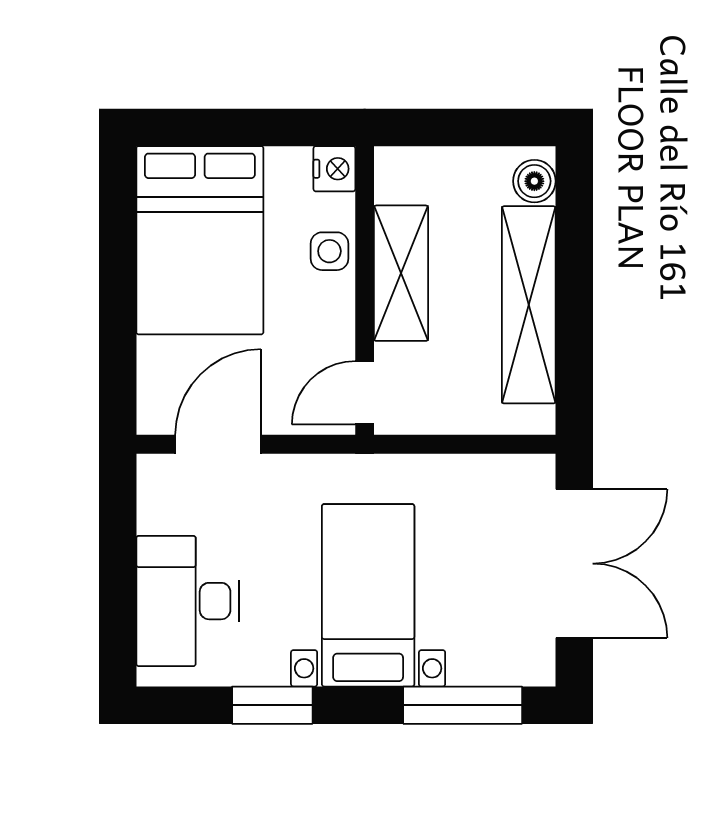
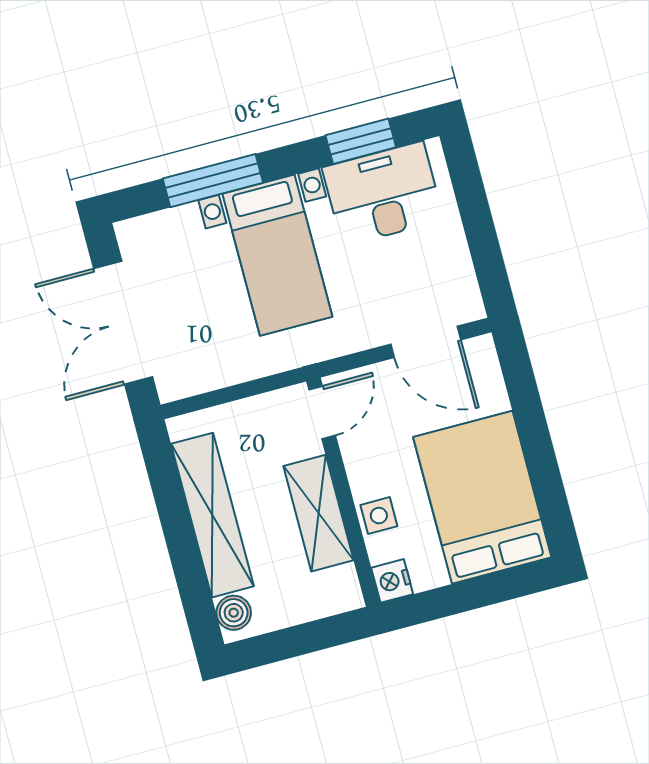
door: (218, 444) -> (426, 342), hinge flipped
desk: (187, 601) -> (383, 194), moved, turned -90
window: (272, 705) -> (361, 141), moved
window: (463, 705) -> (213, 181), moved

